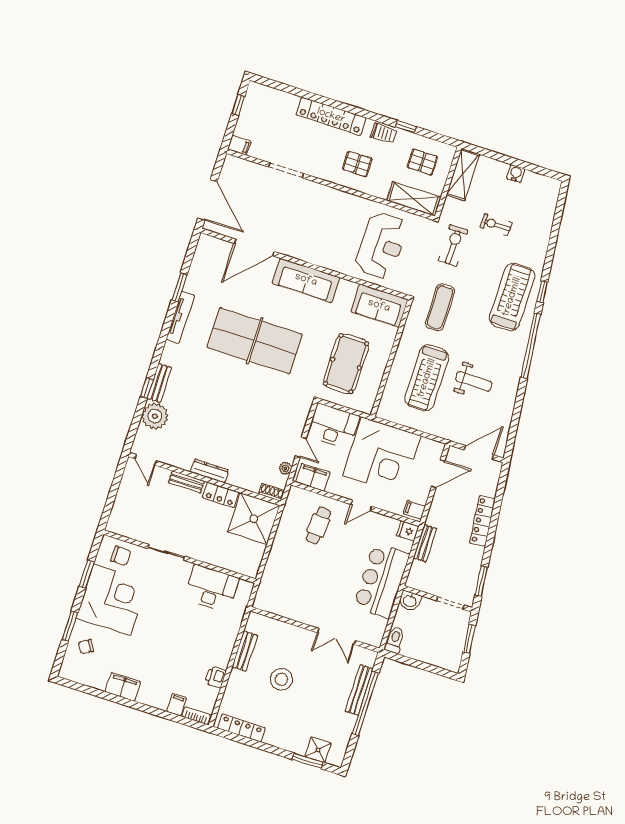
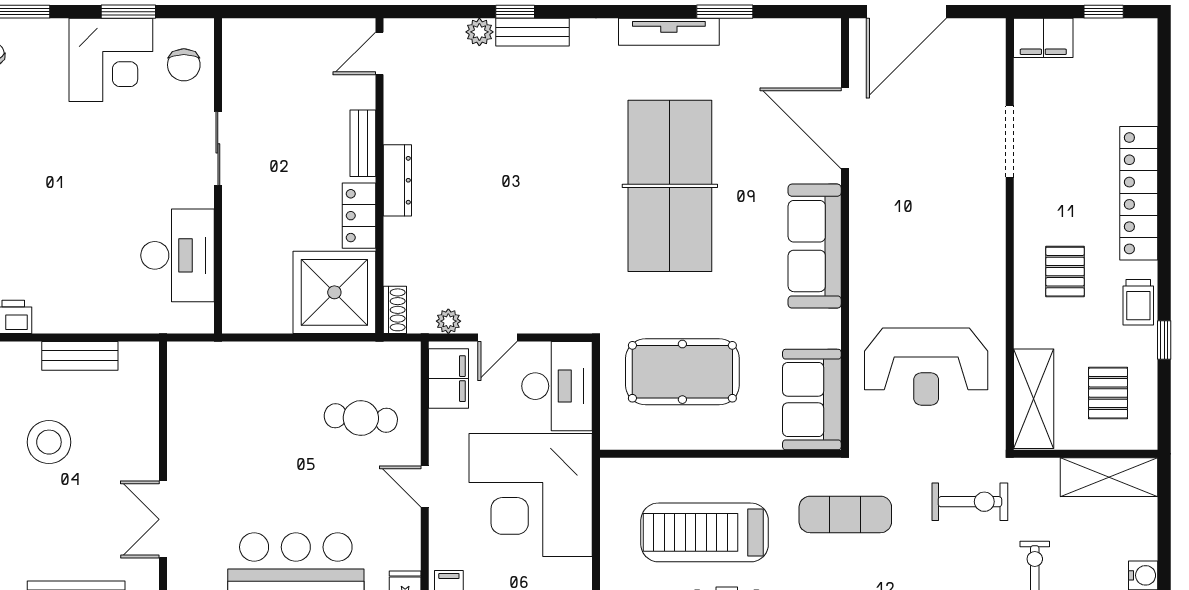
filing cabinet: (239, 145) -> (1043, 38), width x2.00
plant: (155, 416) -> (479, 32), width x0.53, depth x0.53
corner desk: (112, 600) -> (111, 60), width x0.74, depth x0.74

